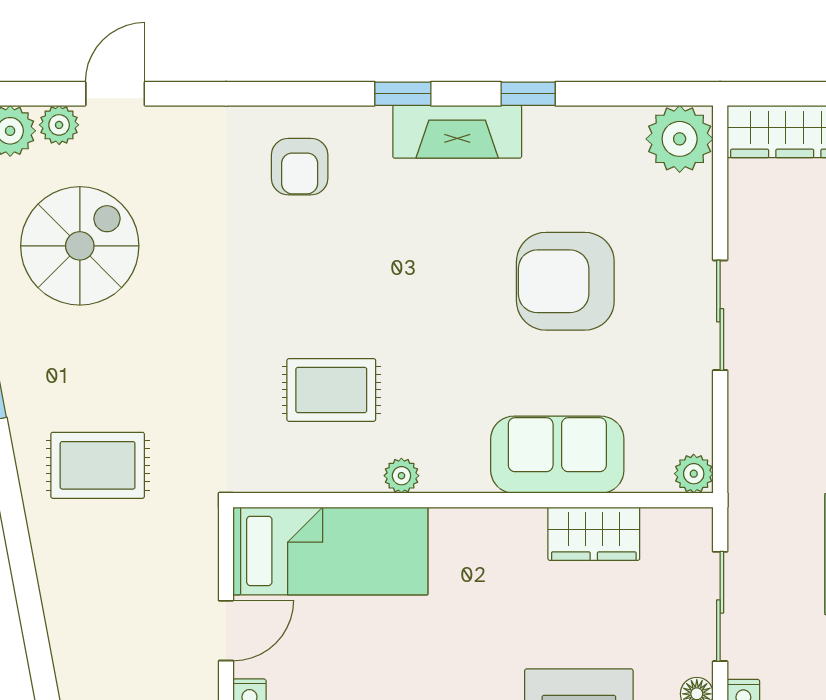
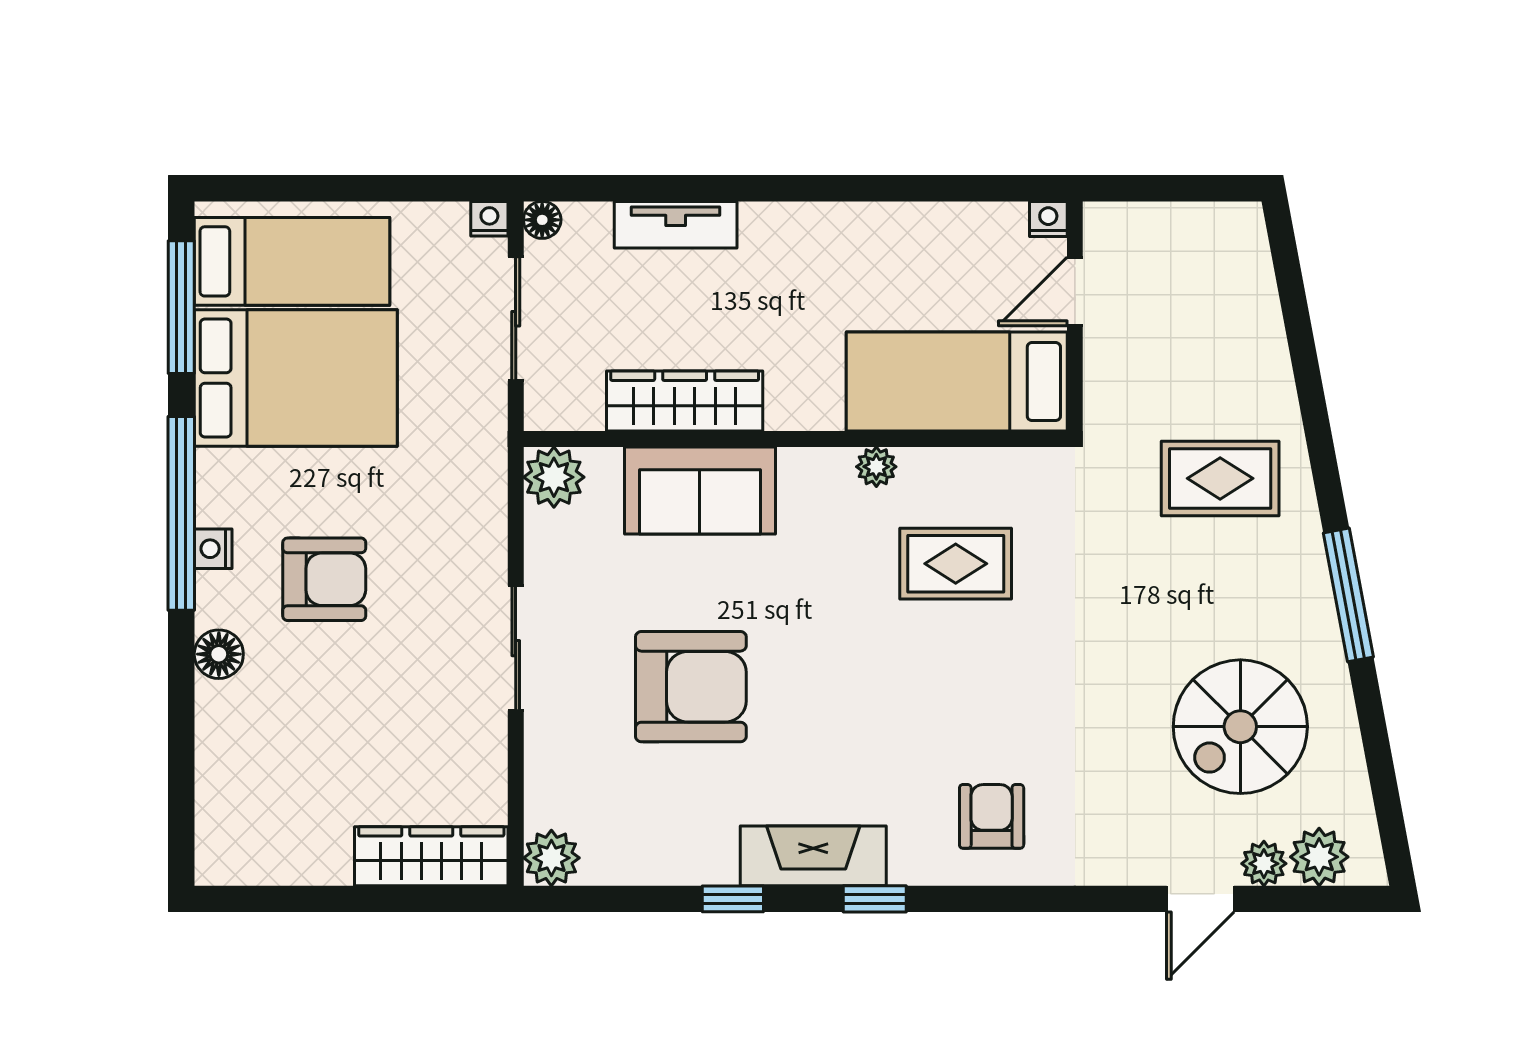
plant: (680, 139) -> (551, 858), width x0.73, depth x0.73
plant: (694, 474) -> (554, 477), width x1.38, depth x1.38
wardrobe: (594, 534) -> (685, 401), width x1.50

